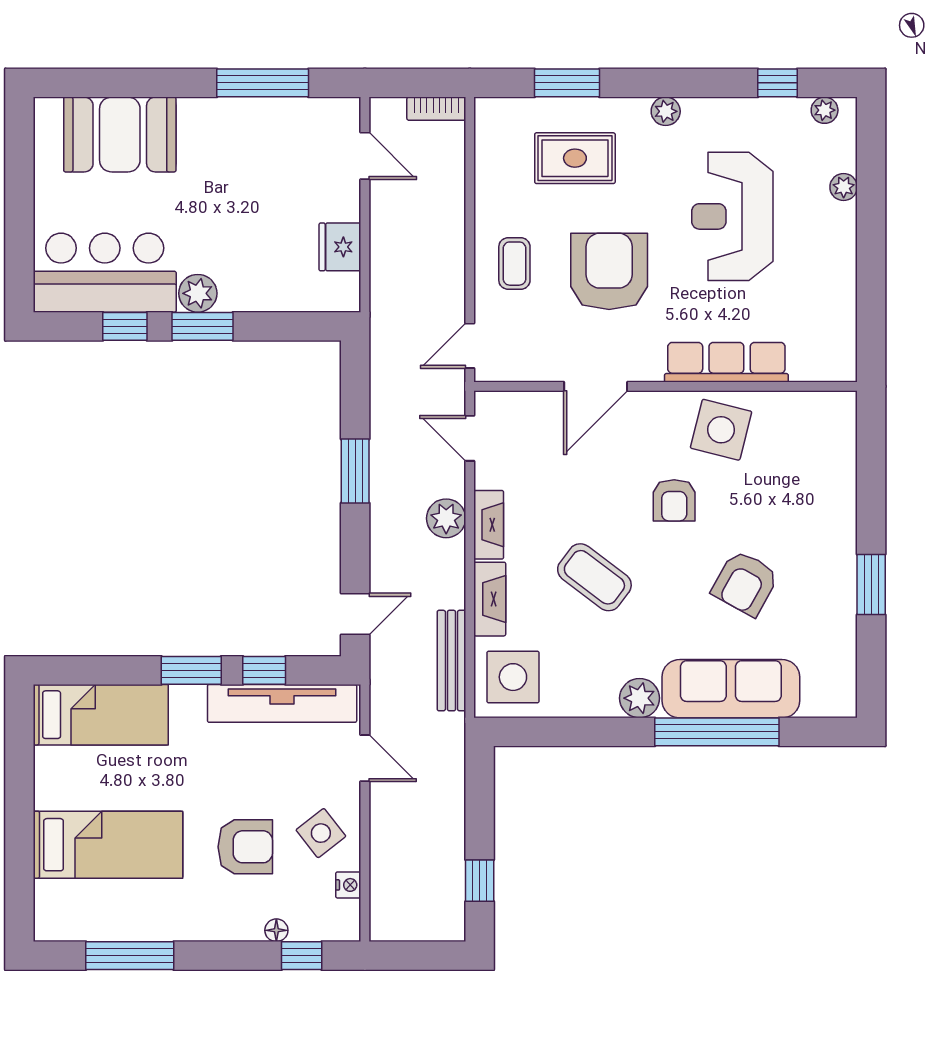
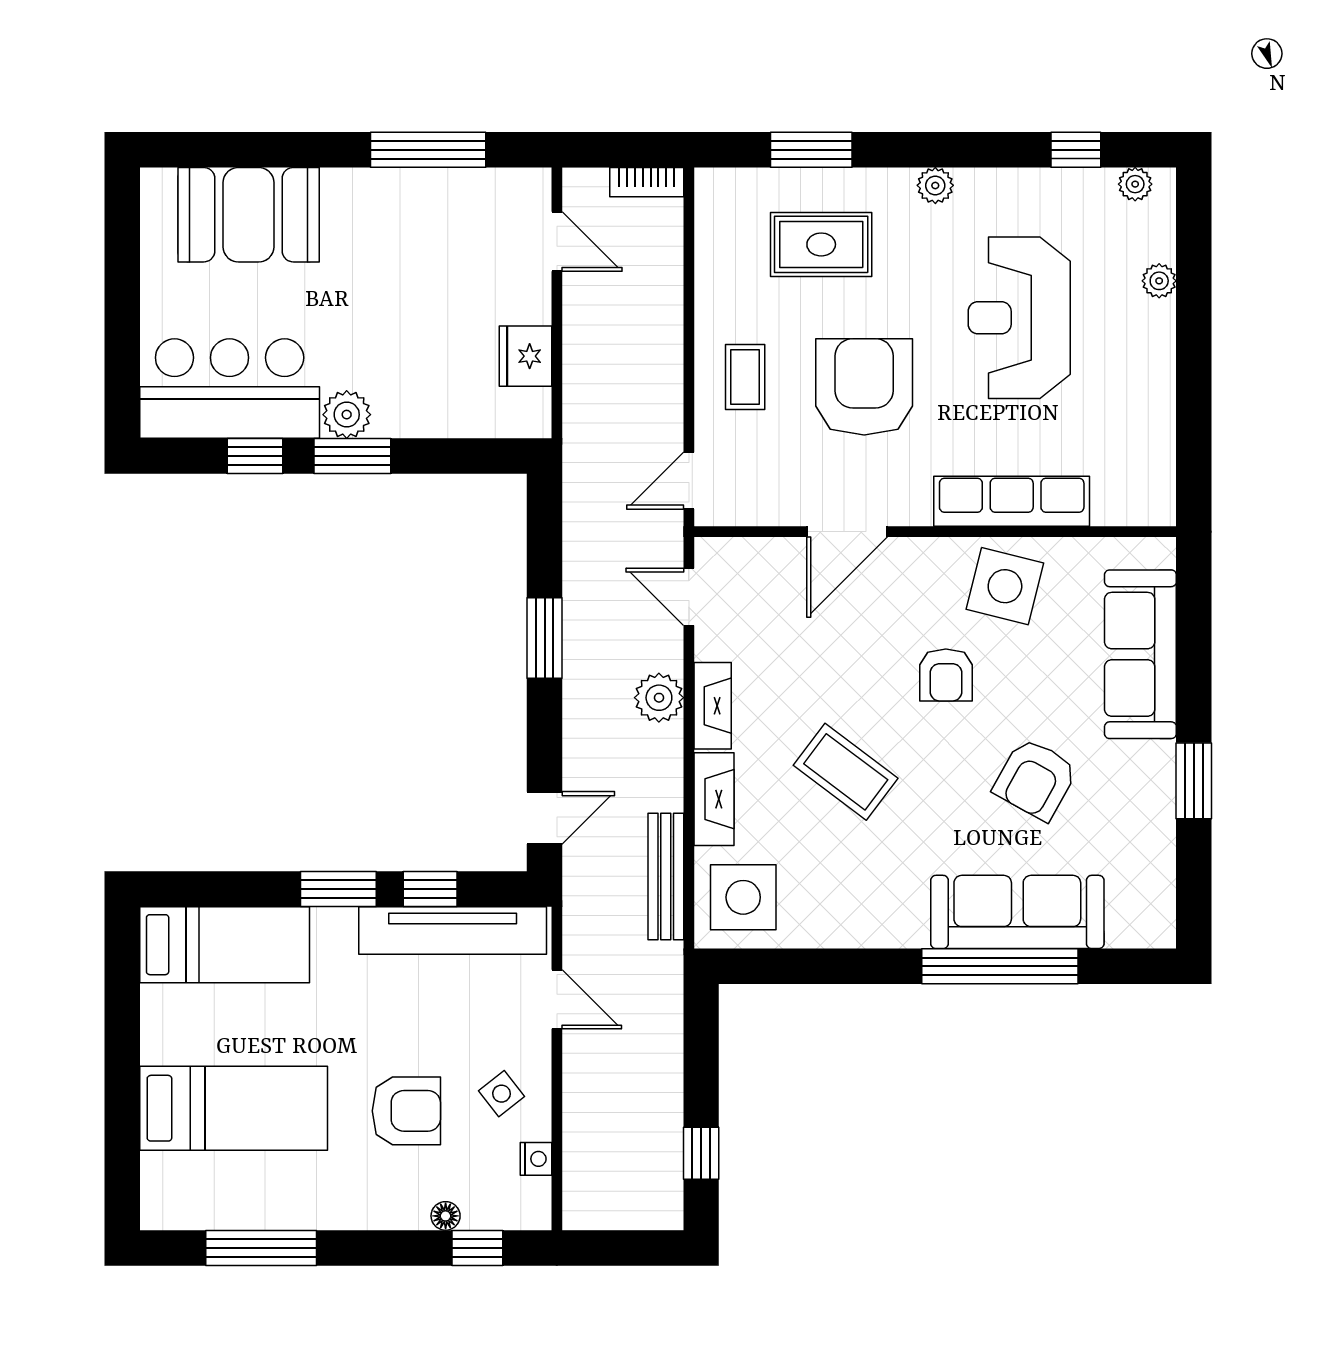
sofa: (829, 484) -> (1140, 654), added
plant: (640, 698) -> (902, 924), removed
side table: (321, 833) -> (502, 1094), width x0.73, depth x0.73

